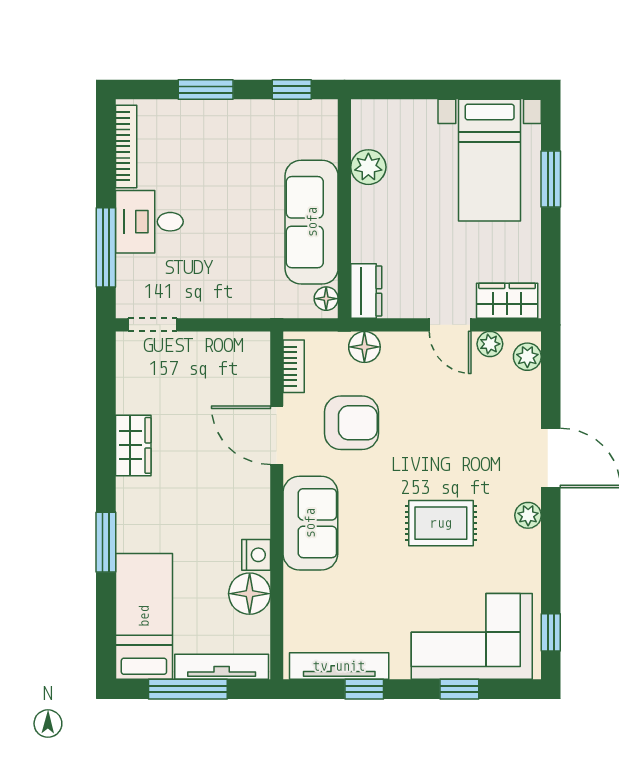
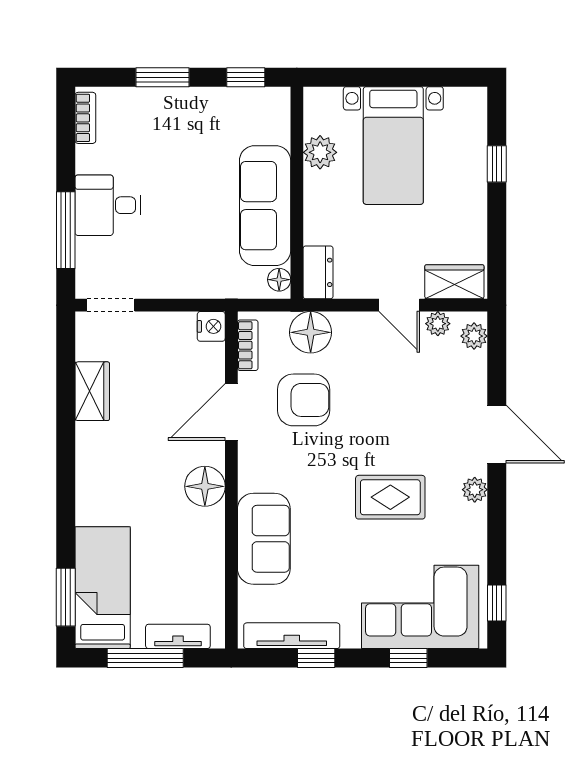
bookcase: (126, 146) -> (85, 118), width x0.64
bed with nightstands: (490, 160) -> (393, 146), moved
window: (551, 179) -> (497, 164), width x0.67
floor lamp: (364, 347) -> (311, 332), width x1.38, depth x1.38
door: (277, 435) -> (231, 412), hinge flipped
wardrobe: (133, 445) -> (92, 391), moved
sofa: (310, 523) -> (264, 539), moved
window: (106, 542) -> (66, 597), moved
nightstand: (256, 555) -> (211, 326), moved
floor lamp: (250, 594) -> (205, 486), moved
tv unit: (222, 667) -> (178, 636), width x0.71

